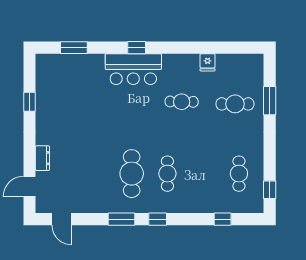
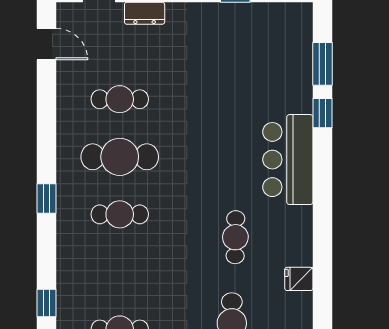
window: (137, 48) -> (322, 113), moved
cafe table: (96, 174) -> (120, 99), added
door: (62, 219) -> (47, 44), swing flipped
window: (122, 219) -> (47, 141), removed

